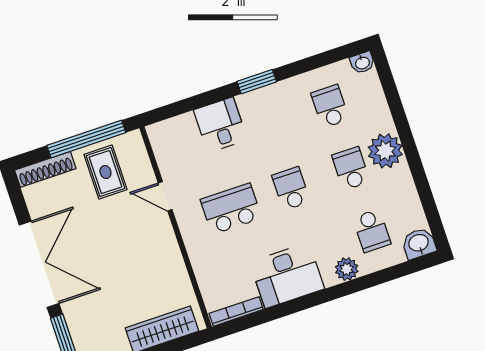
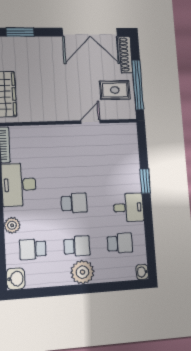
window: (257, 82) -> (145, 181), moved
desk: (220, 125) -> (128, 207), moved
school desk: (231, 209) -> (72, 161), removed
double door: (39, 264) -> (90, 32), moved

